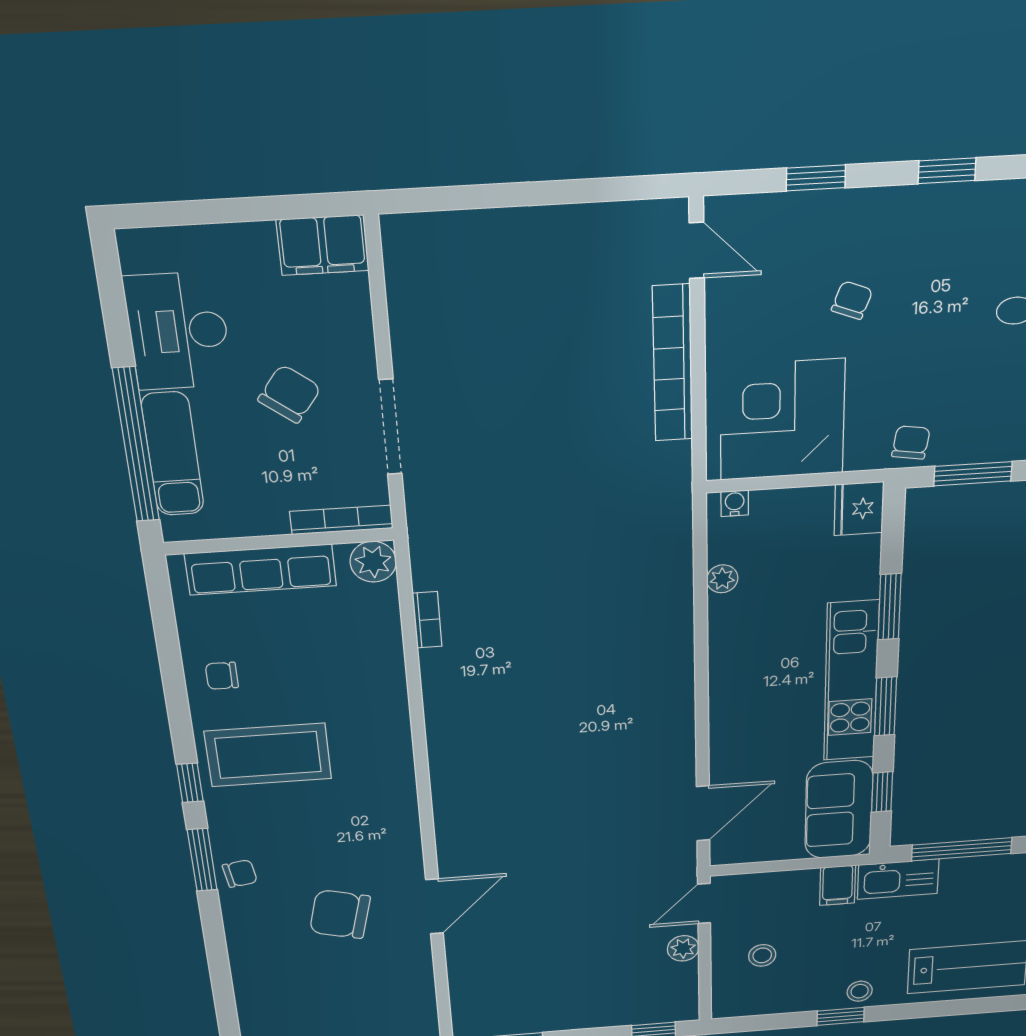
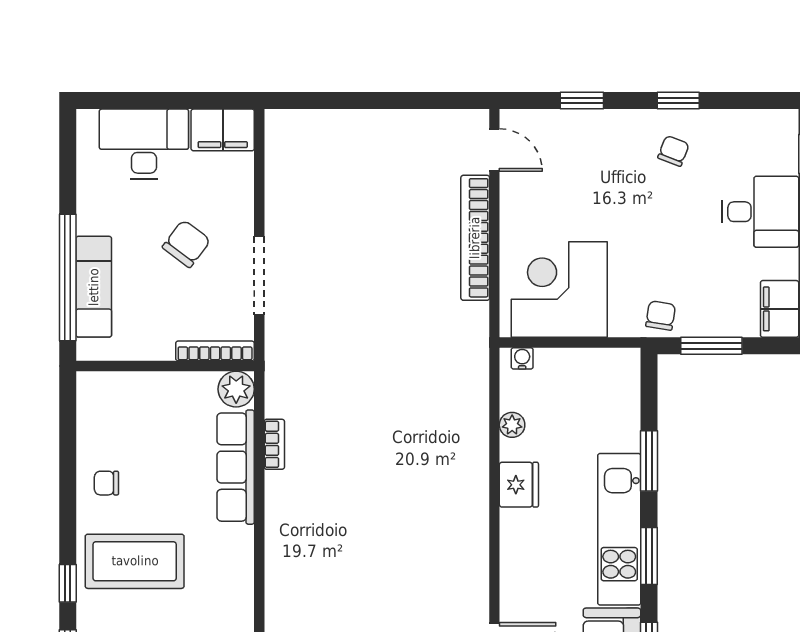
chair: (852, 300) -> (673, 151), moved
desk: (178, 331) -> (144, 144), moved, turned 90
fridge: (859, 509) -> (519, 485), moved, turned 180
row of seats: (261, 570) -> (236, 467), moved, turned 90

